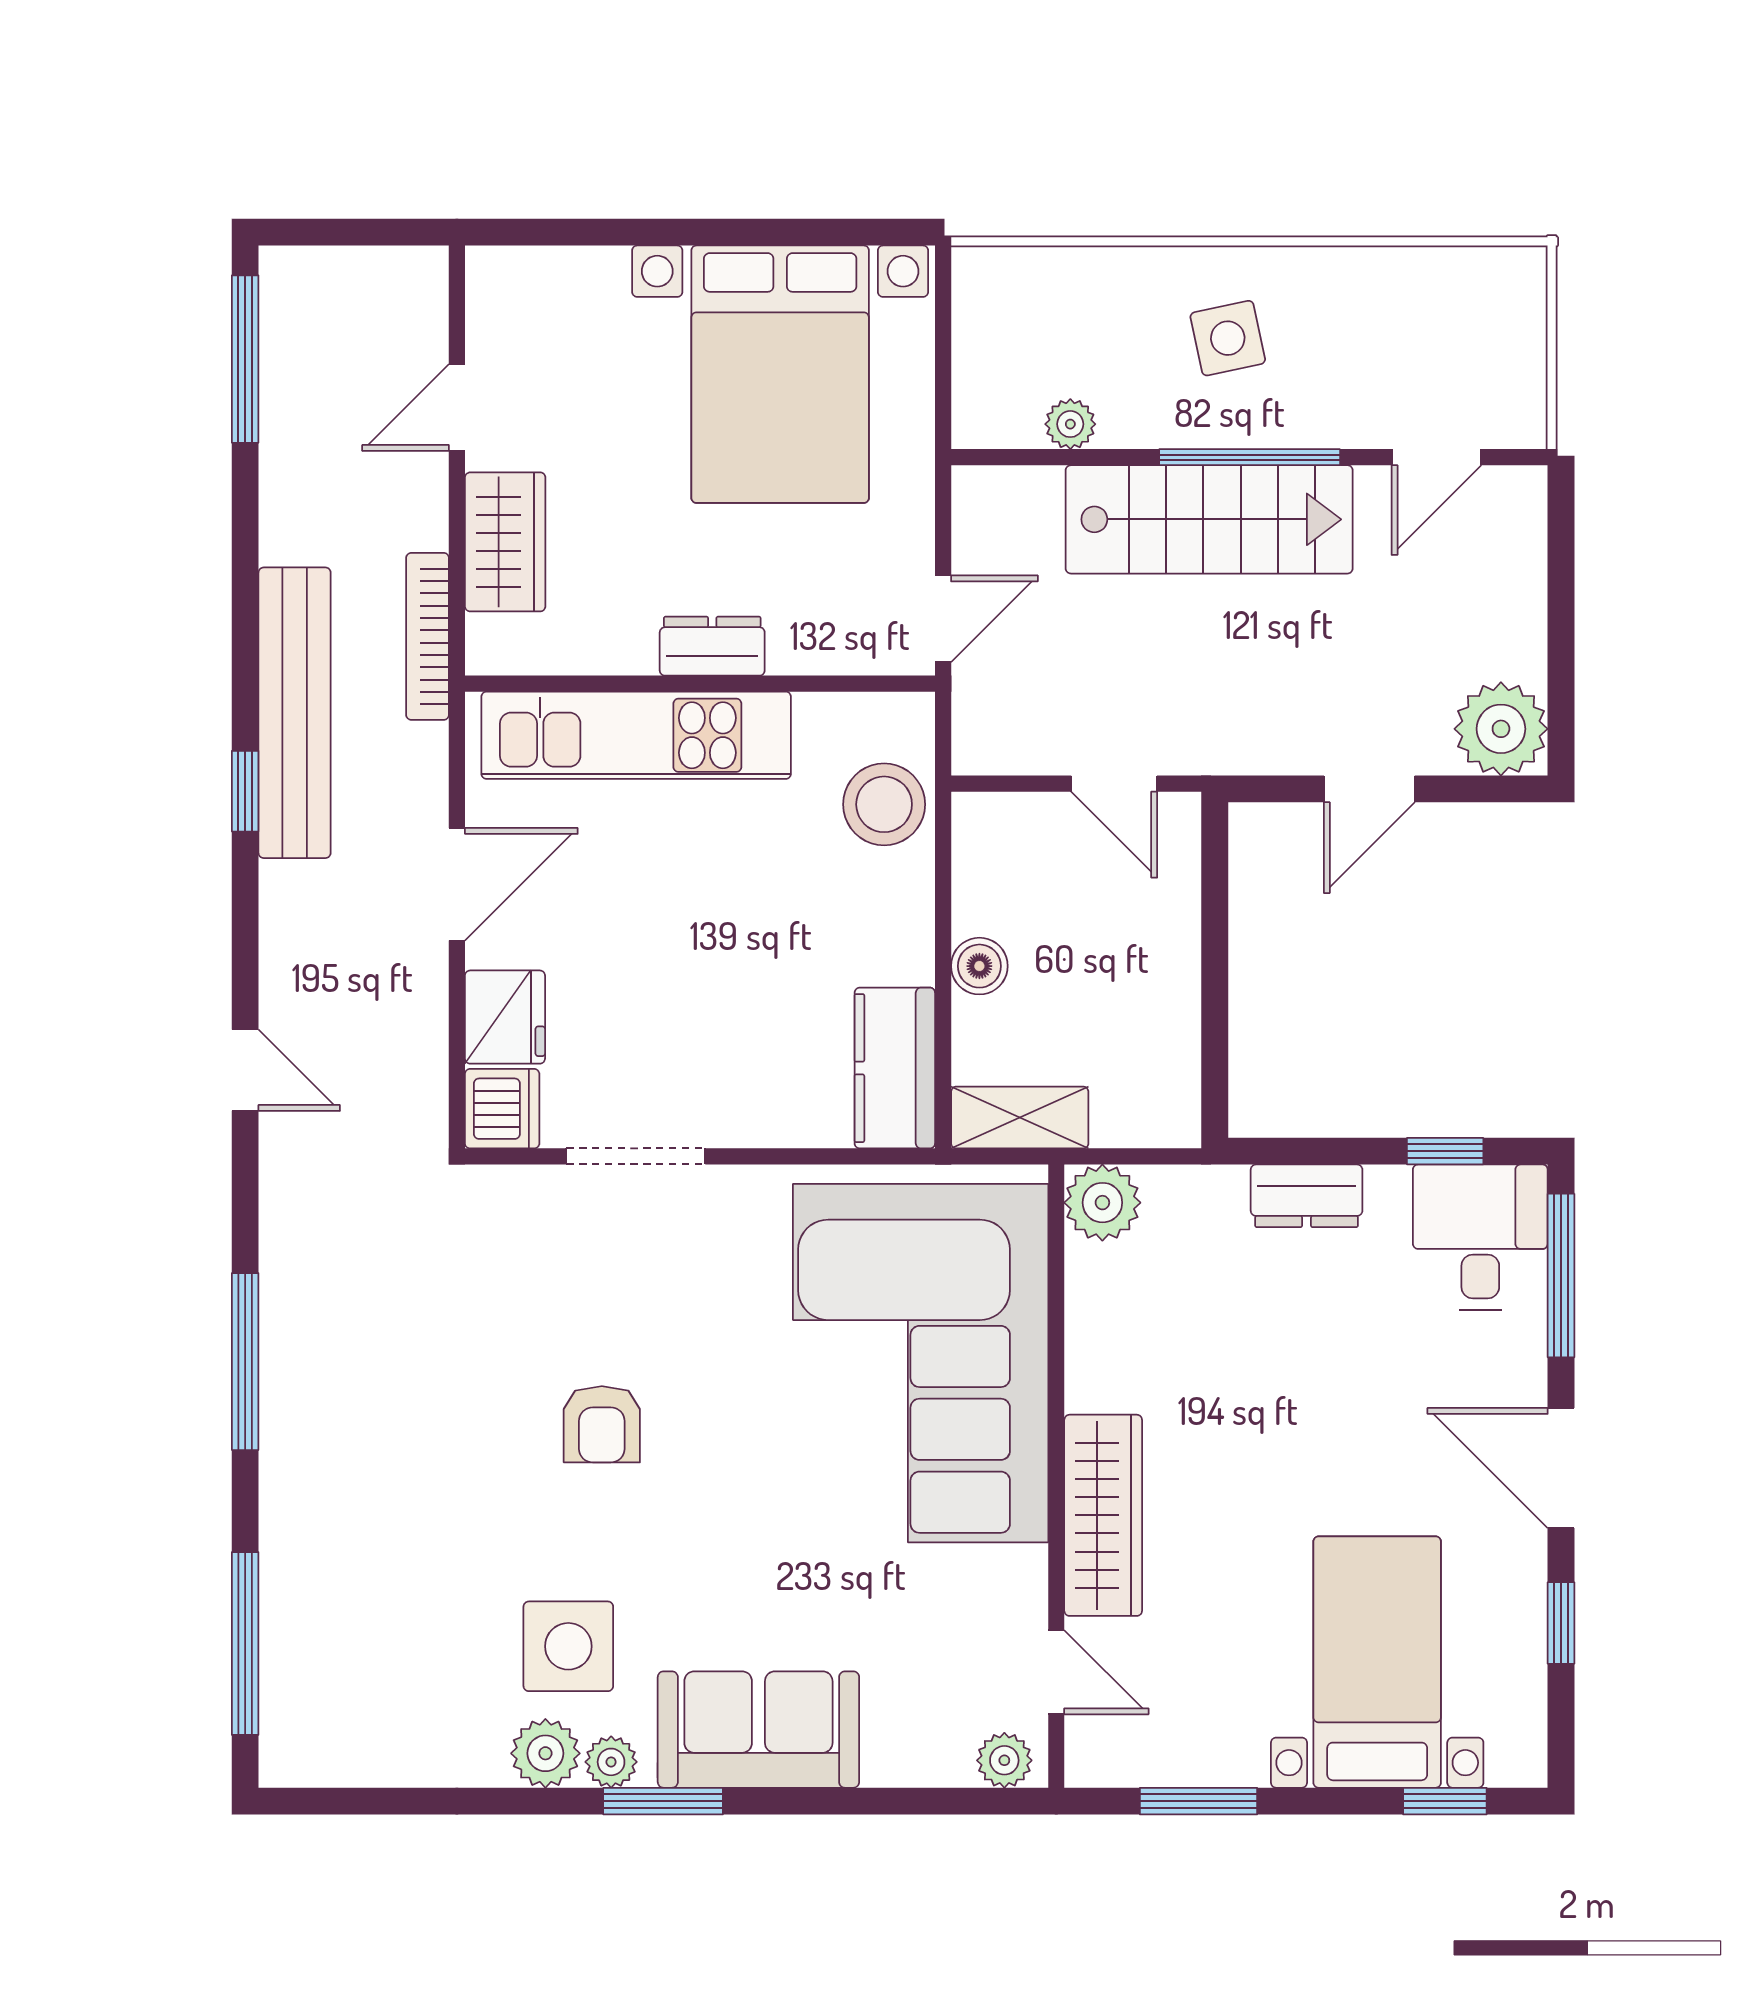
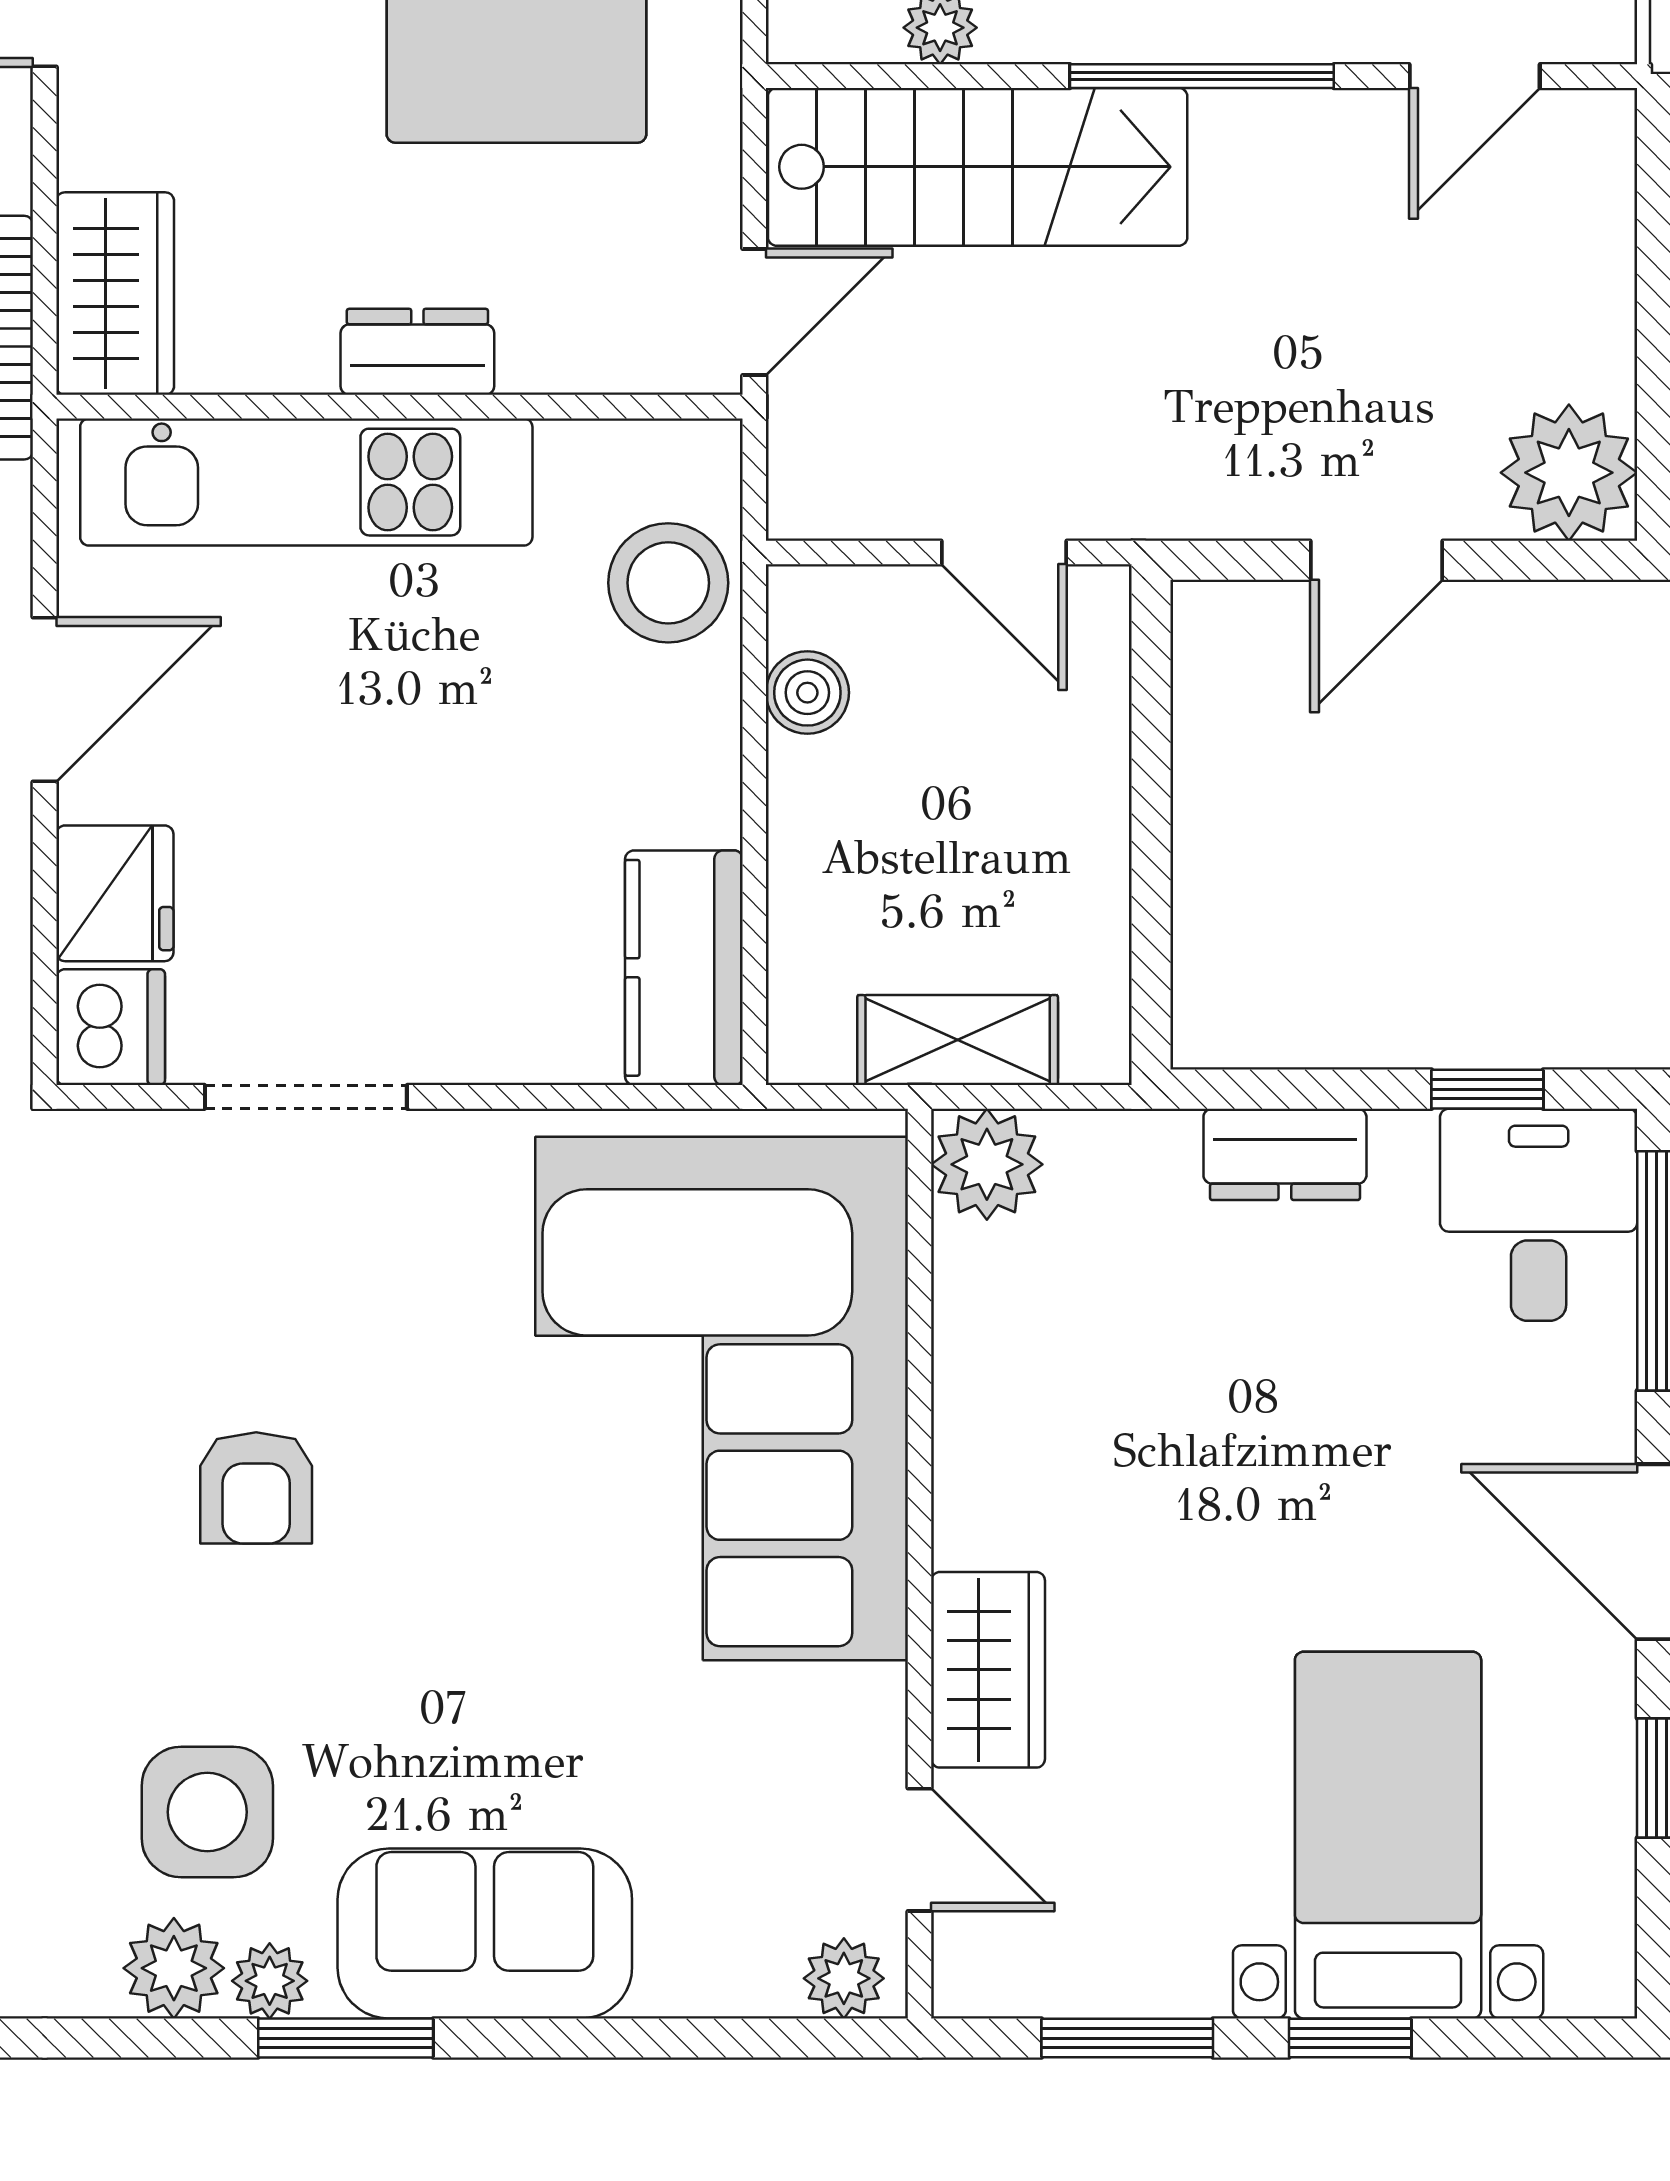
stairs: (1209, 519) -> (978, 167), moved
wardrobe: (505, 542) -> (115, 294), moved
boiler: (979, 966) -> (807, 693), moved
shelving: (1020, 1118) -> (958, 1040), moved
wardrobe: (1103, 1515) -> (988, 1670), width x0.67
window: (1445, 1801) -> (1350, 2038), moved

